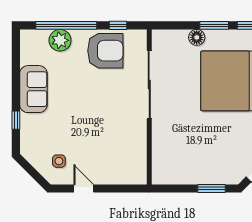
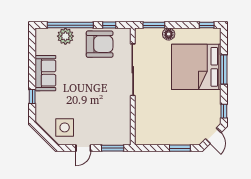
window: (214, 25) -> (154, 25), moved
side table: (59, 161) -> (65, 127), width x1.87, depth x1.87
door: (84, 188) -> (83, 148), swing flipped
window: (123, 188) -> (113, 148), added

